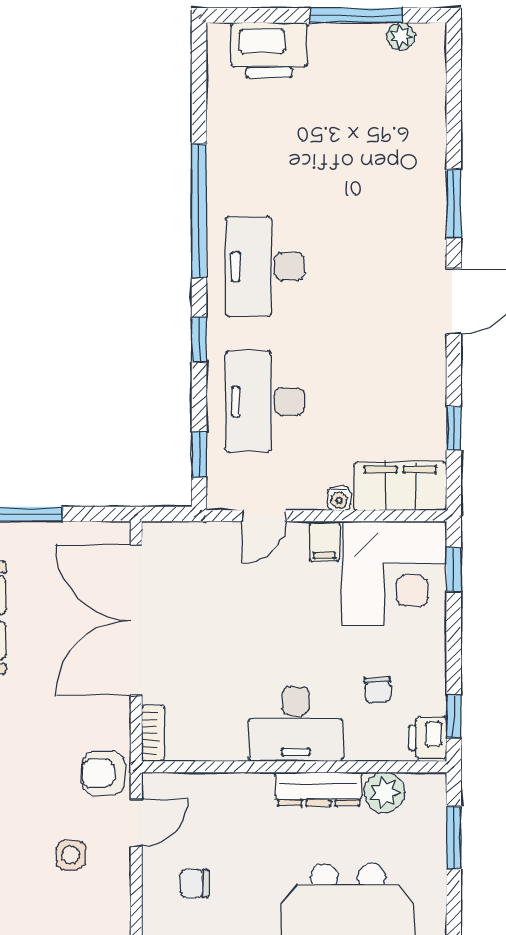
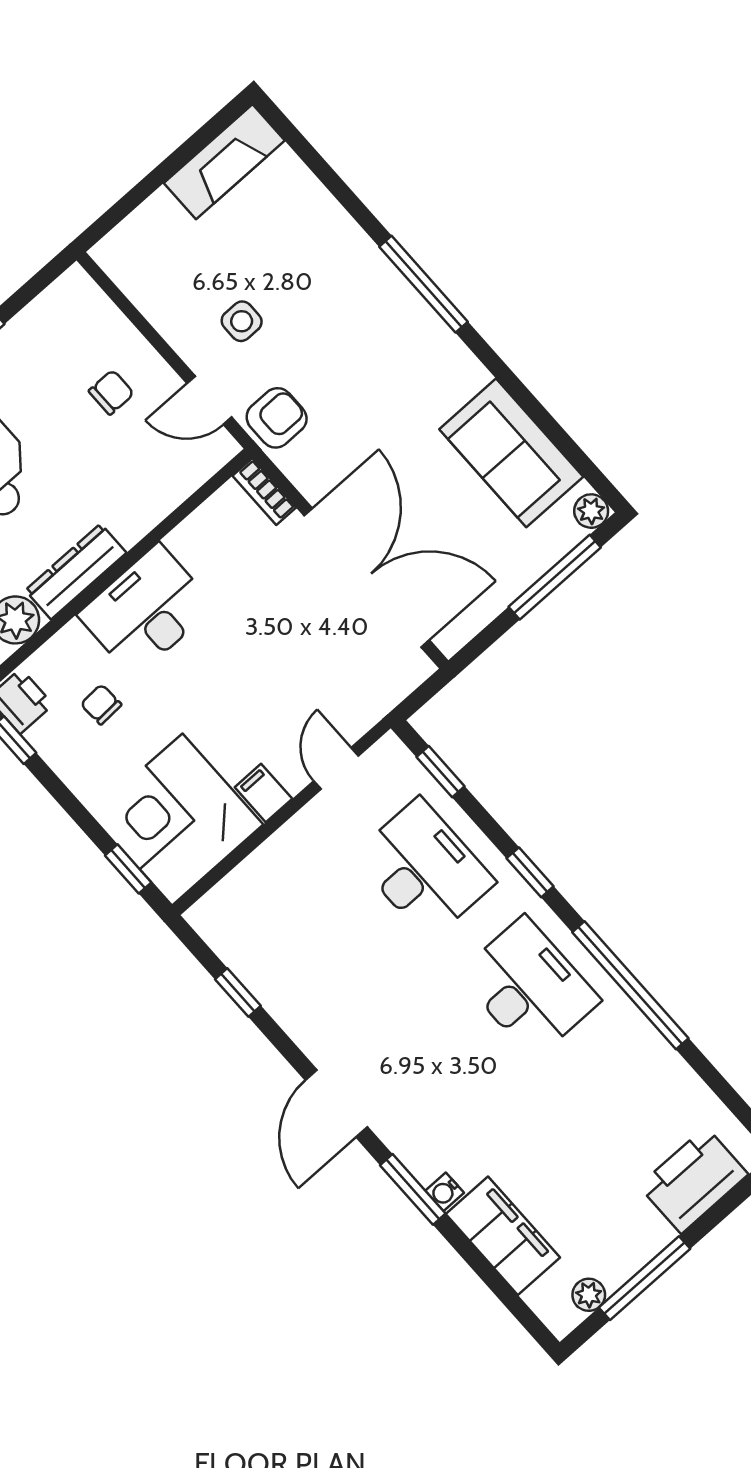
filing cabinet: (400, 486) -> (503, 1236), moved, turned -90
water cooler: (339, 499) -> (445, 1192), moved, turned -90
door: (136, 823) -> (209, 400), hinge flipped

